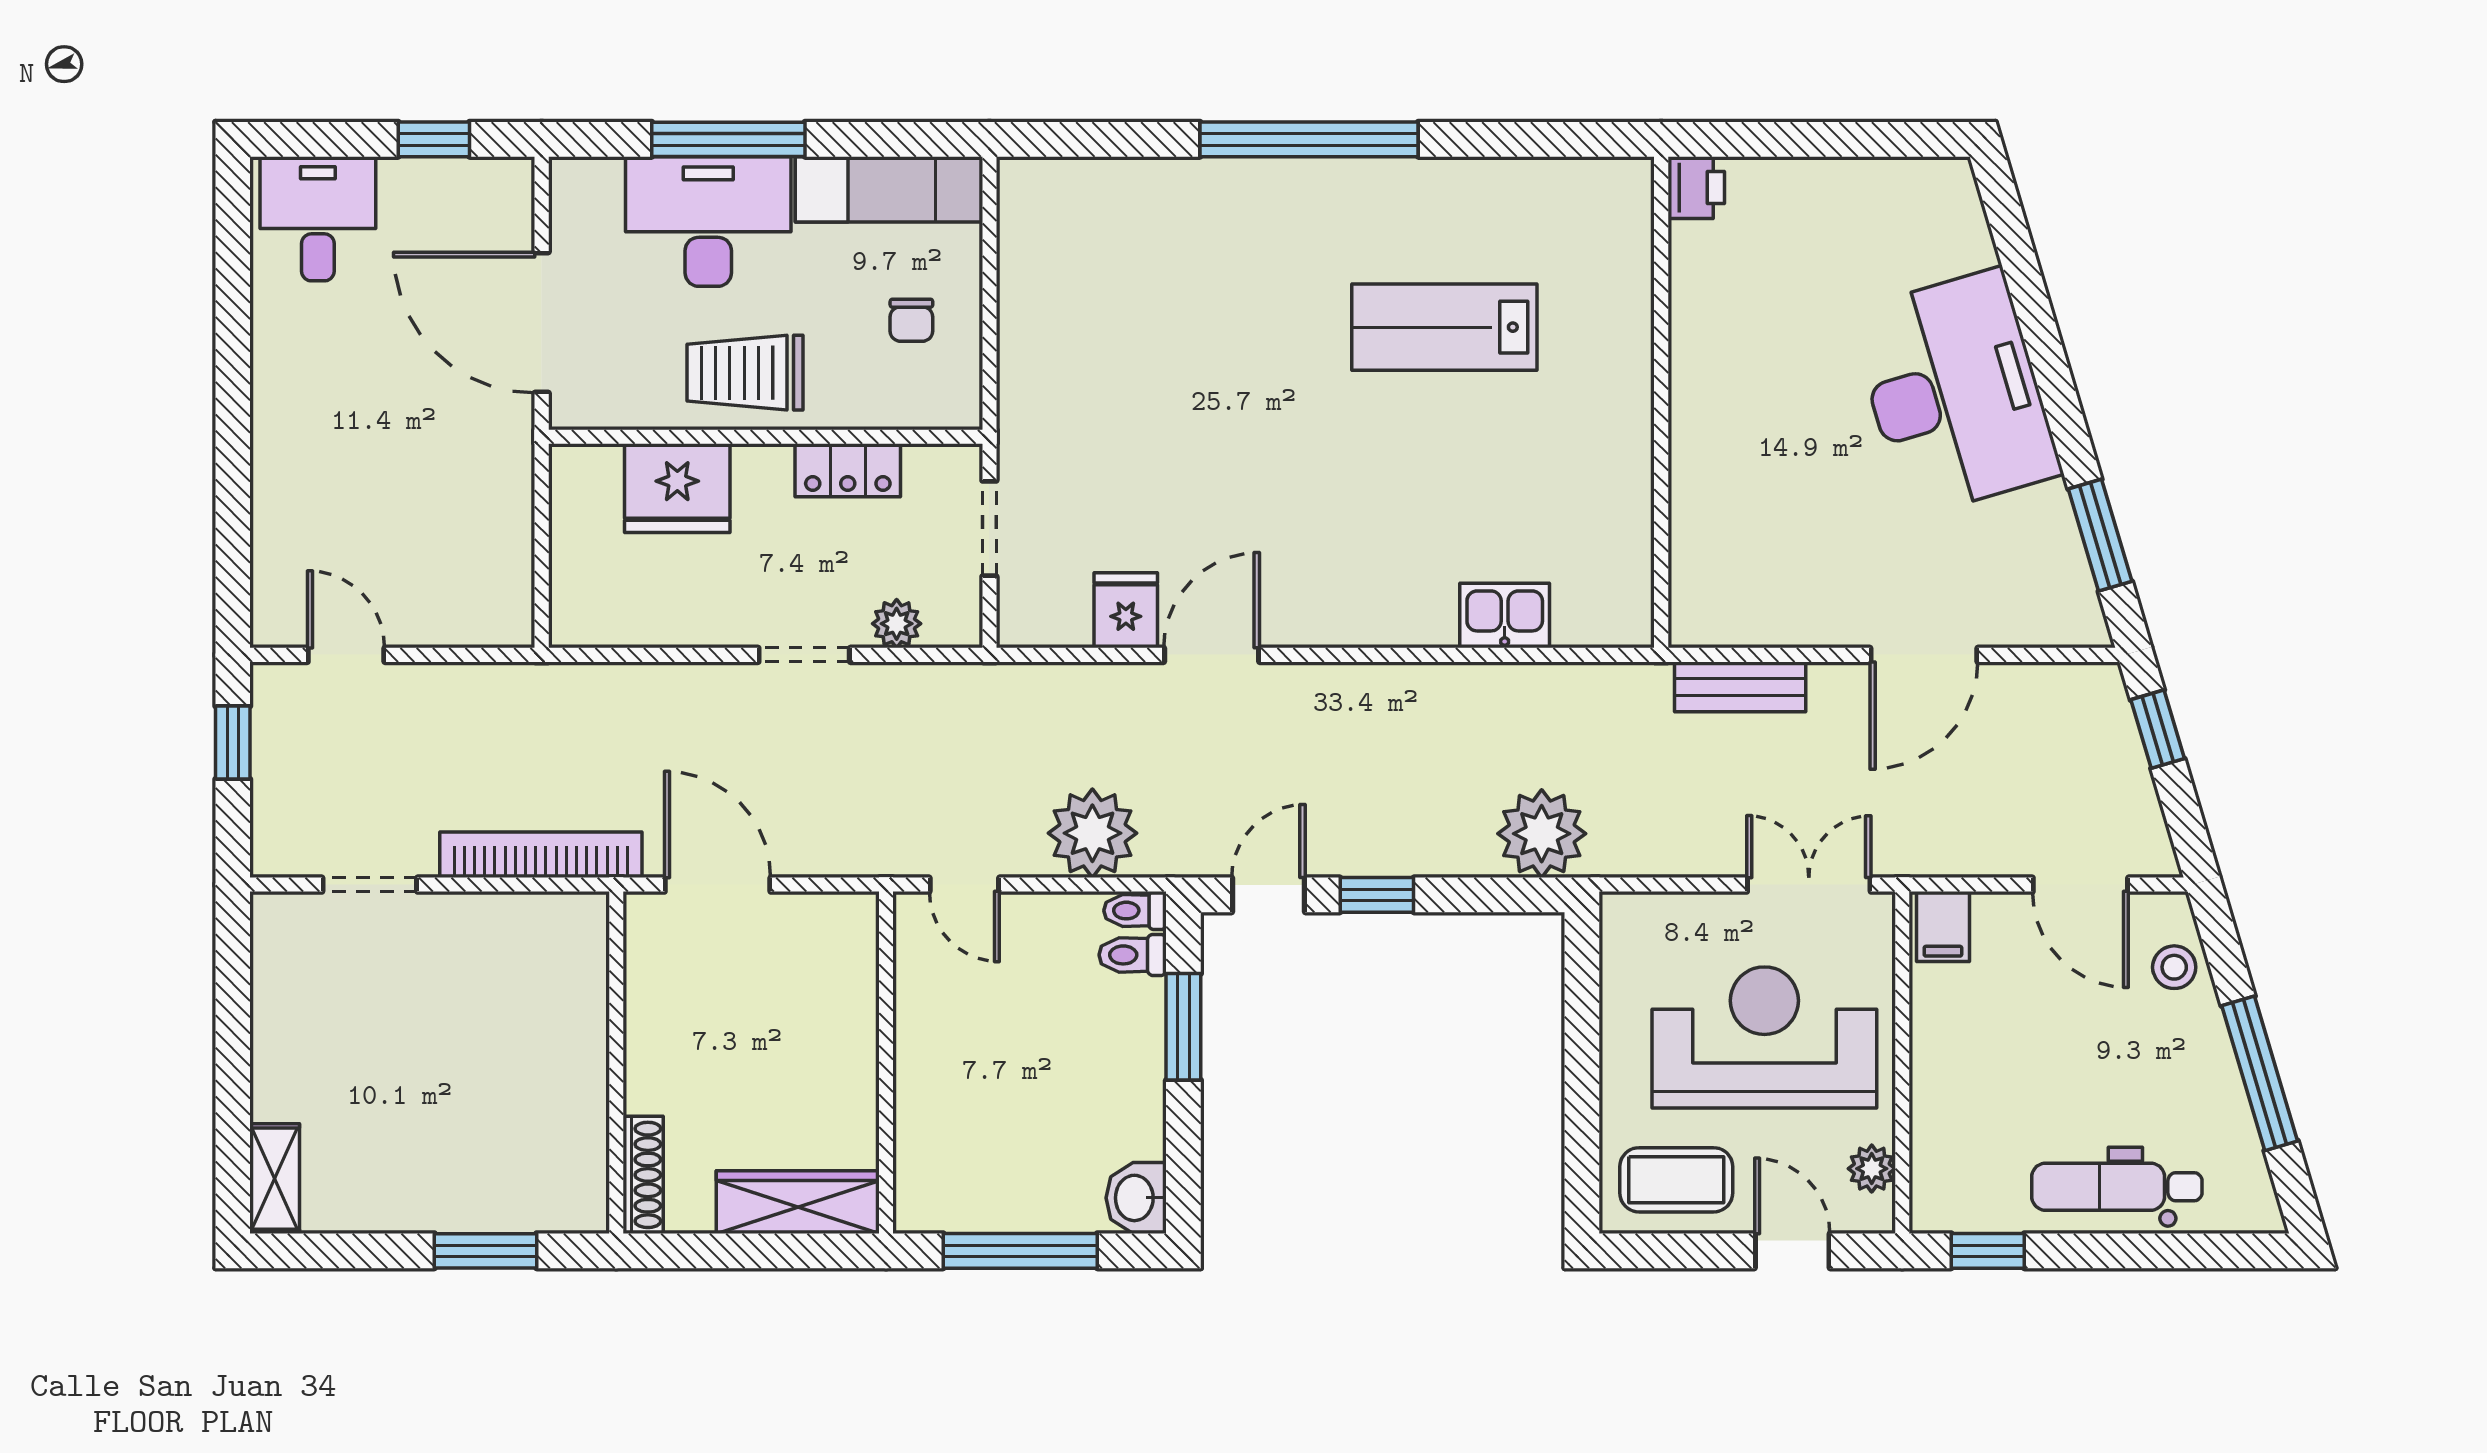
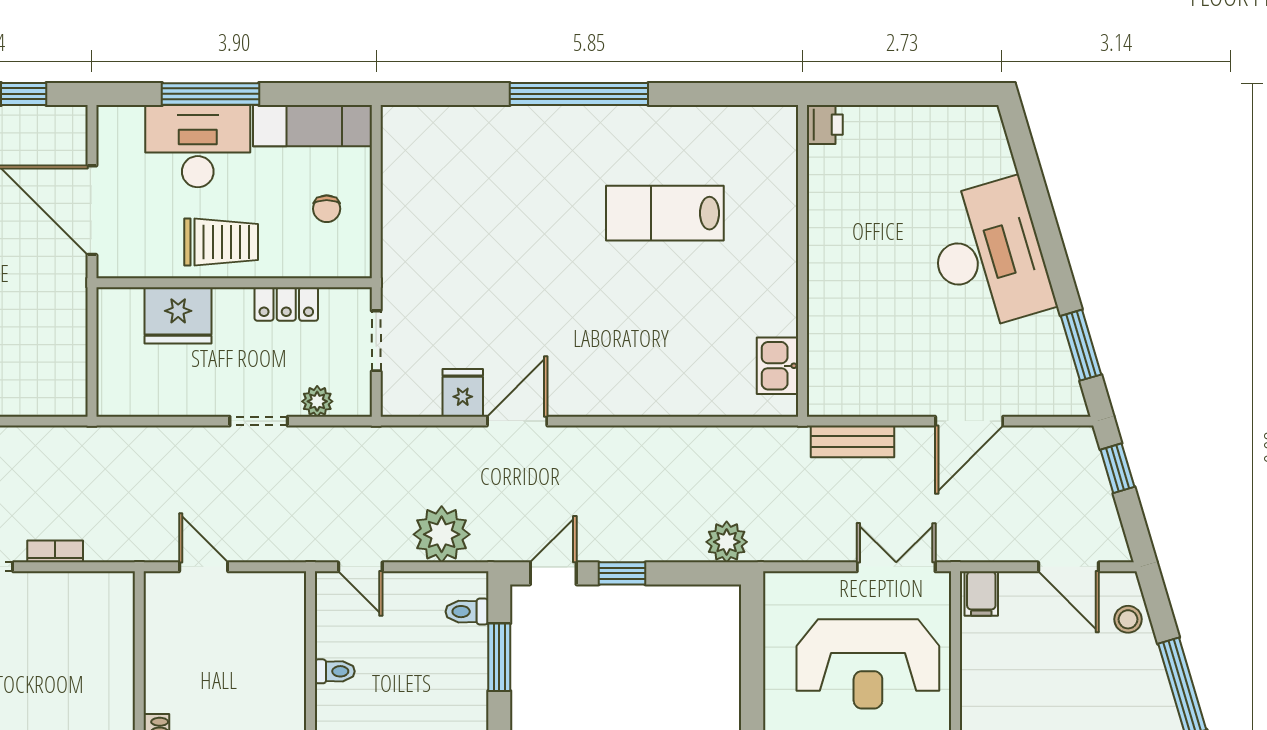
trolley: (745, 373) -> (221, 242), turned 180
kitchen sink: (1505, 616) -> (777, 366), moved, turned -90
plant: (1542, 834) -> (727, 542), width x0.73, depth x0.73
bookcase: (541, 855) -> (55, 551), width x0.43, depth x0.76
door: (718, 885) -> (204, 567), width x0.73
toilet: (1135, 911) -> (335, 671), moved, turned 180
reception desk: (1764, 1037) -> (868, 664), turned 180

